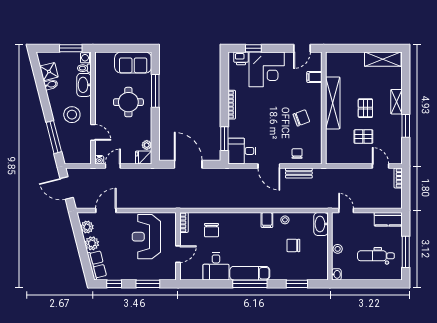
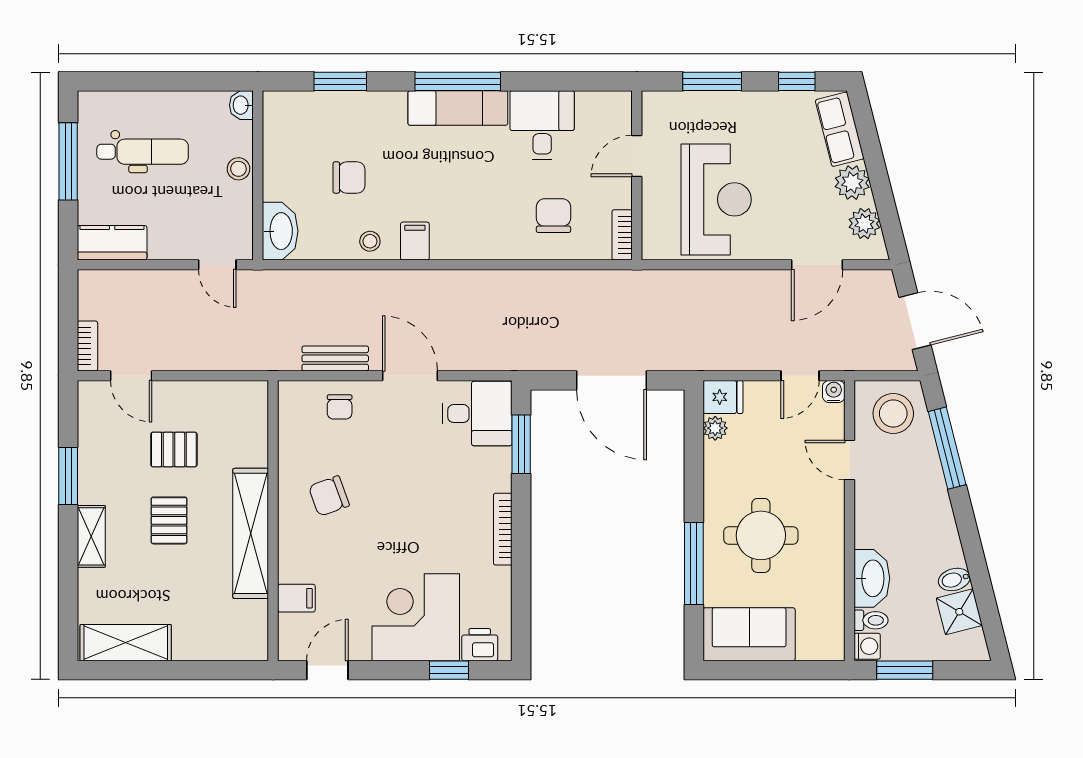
stool: (72, 115) -> (893, 414), moved

